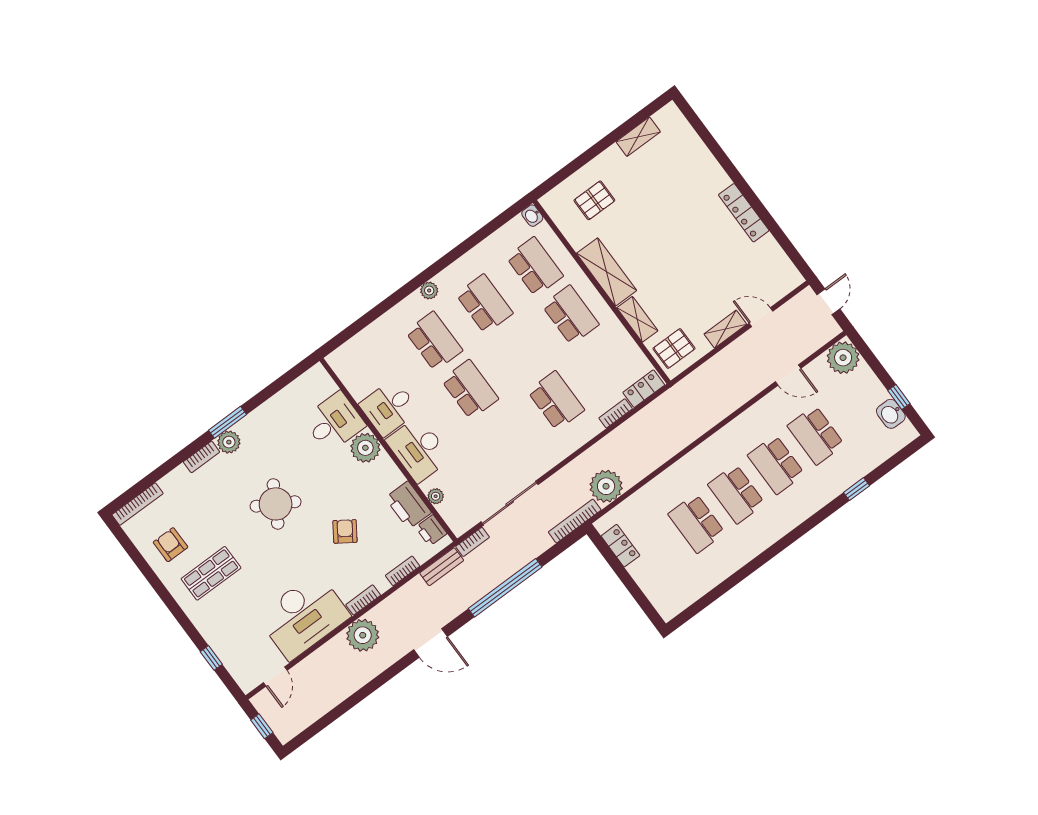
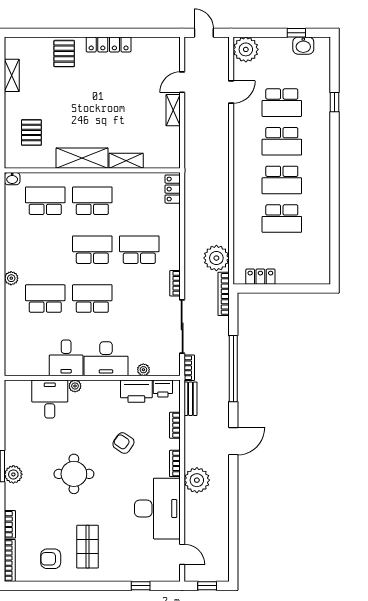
school desk: (484, 304) -> (92, 250), moved
pallet: (674, 348) -> (64, 54), moved
bookcase: (616, 413) -> (175, 283), moved
plant: (365, 448) -> (75, 386), width x0.53, depth x0.53
bookcase: (202, 457) -> (10, 524), moved
round table: (276, 504) -> (74, 474), turned -30

